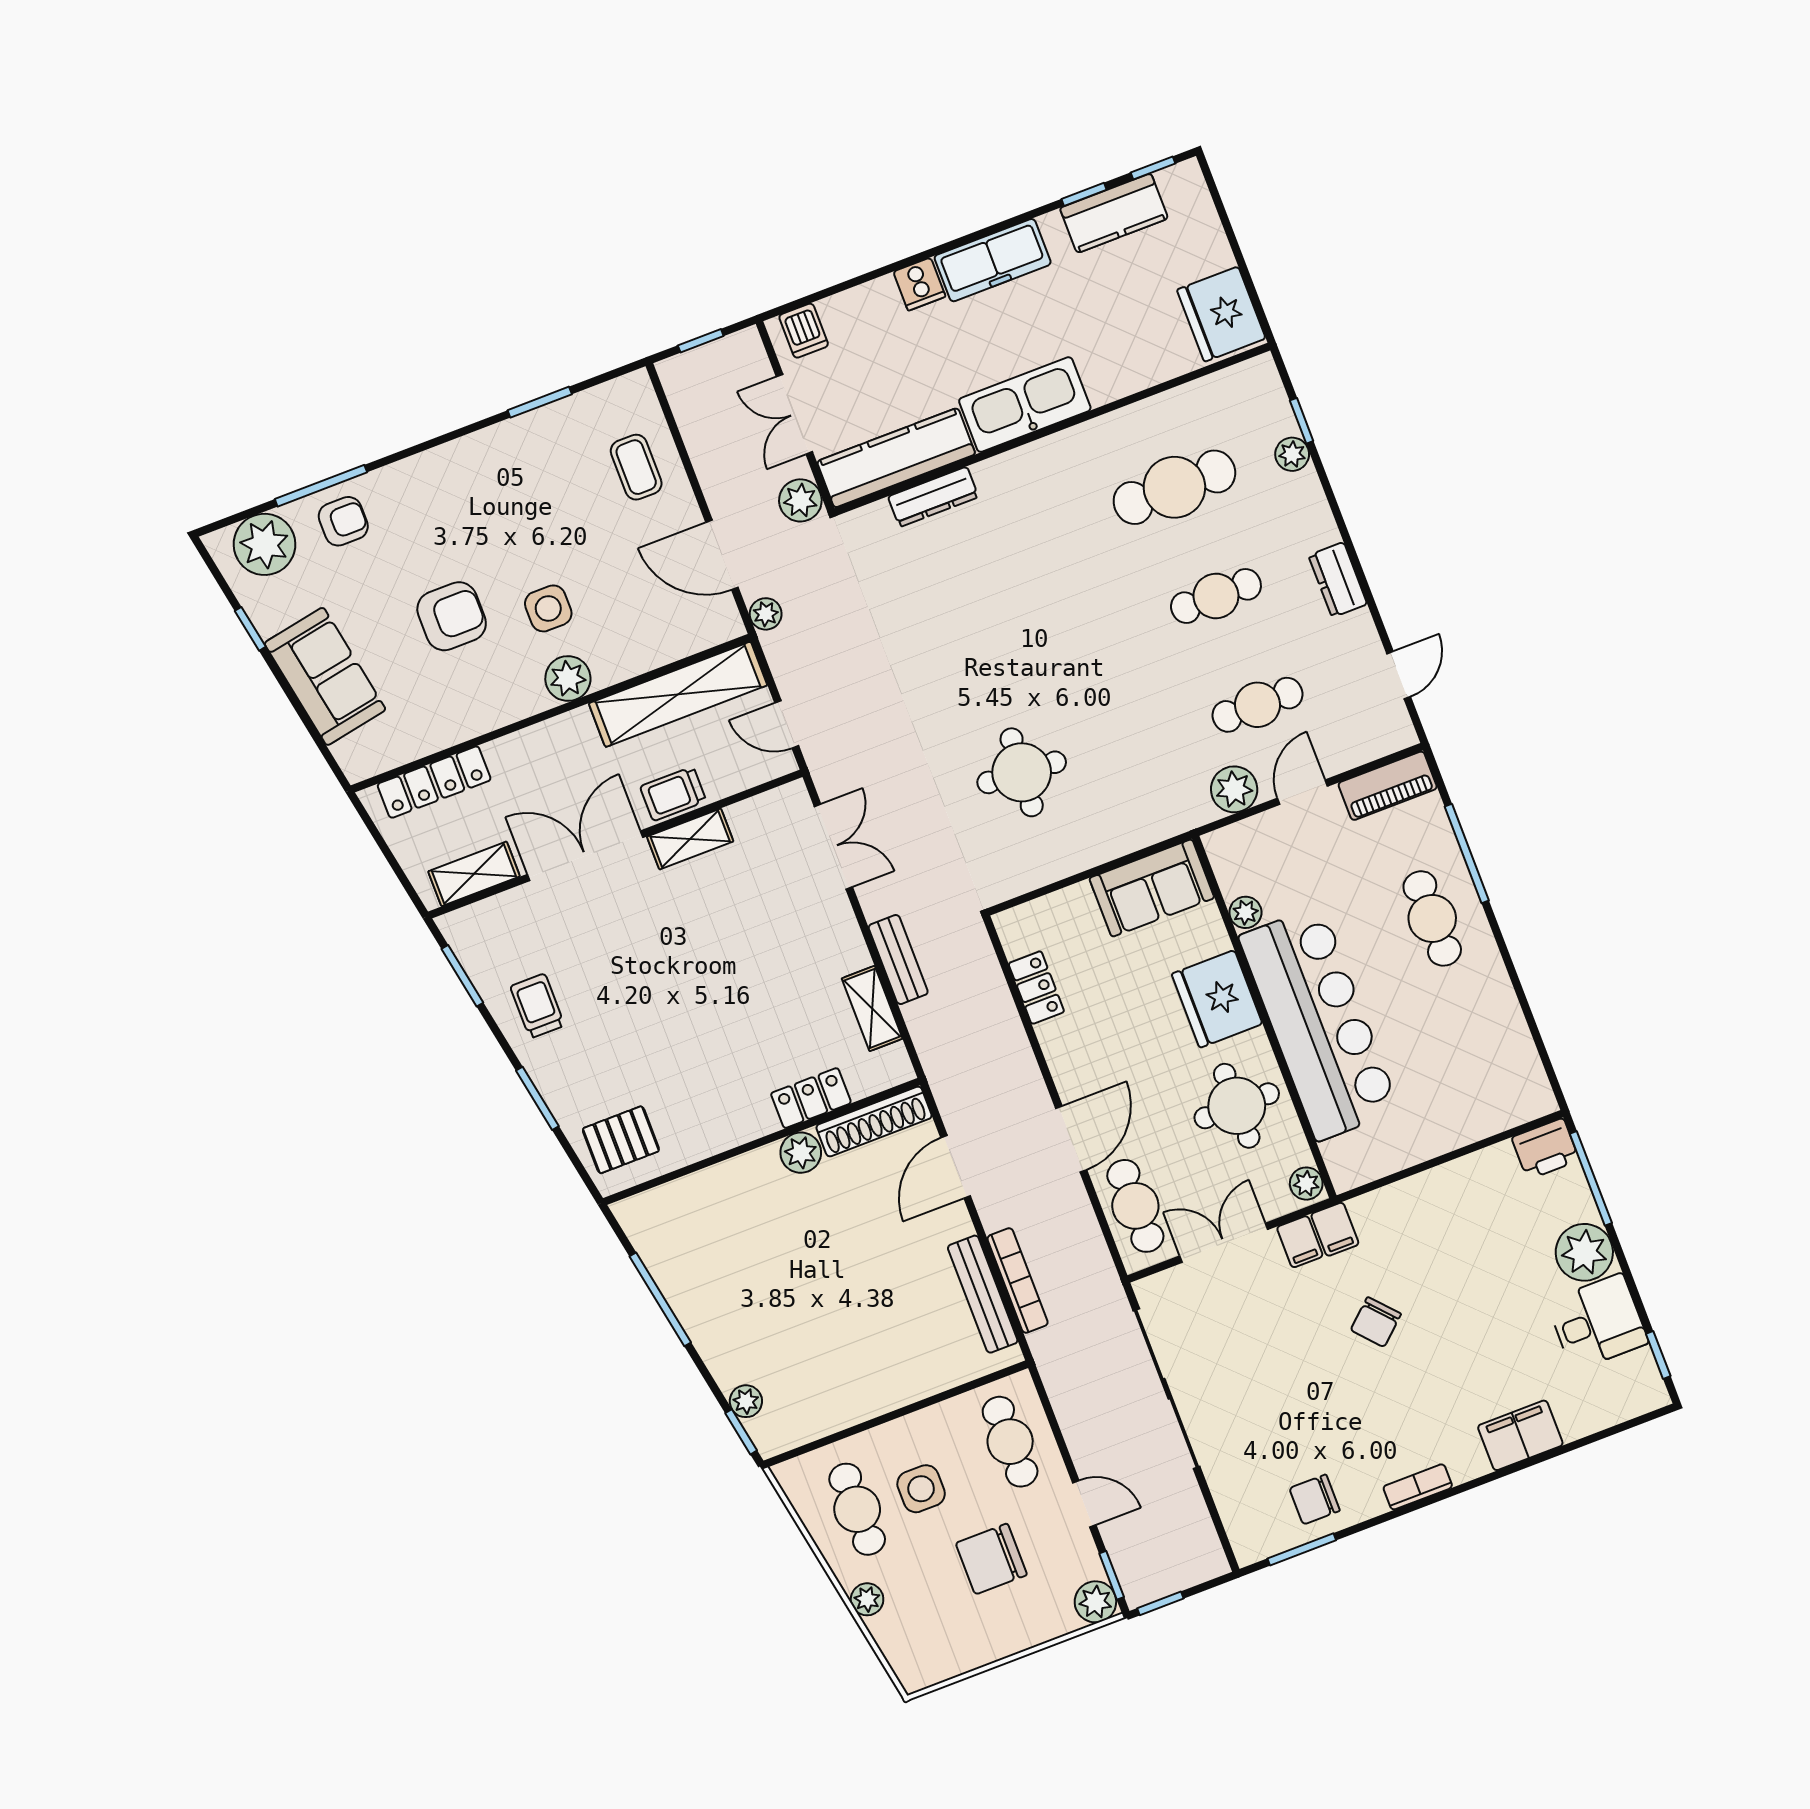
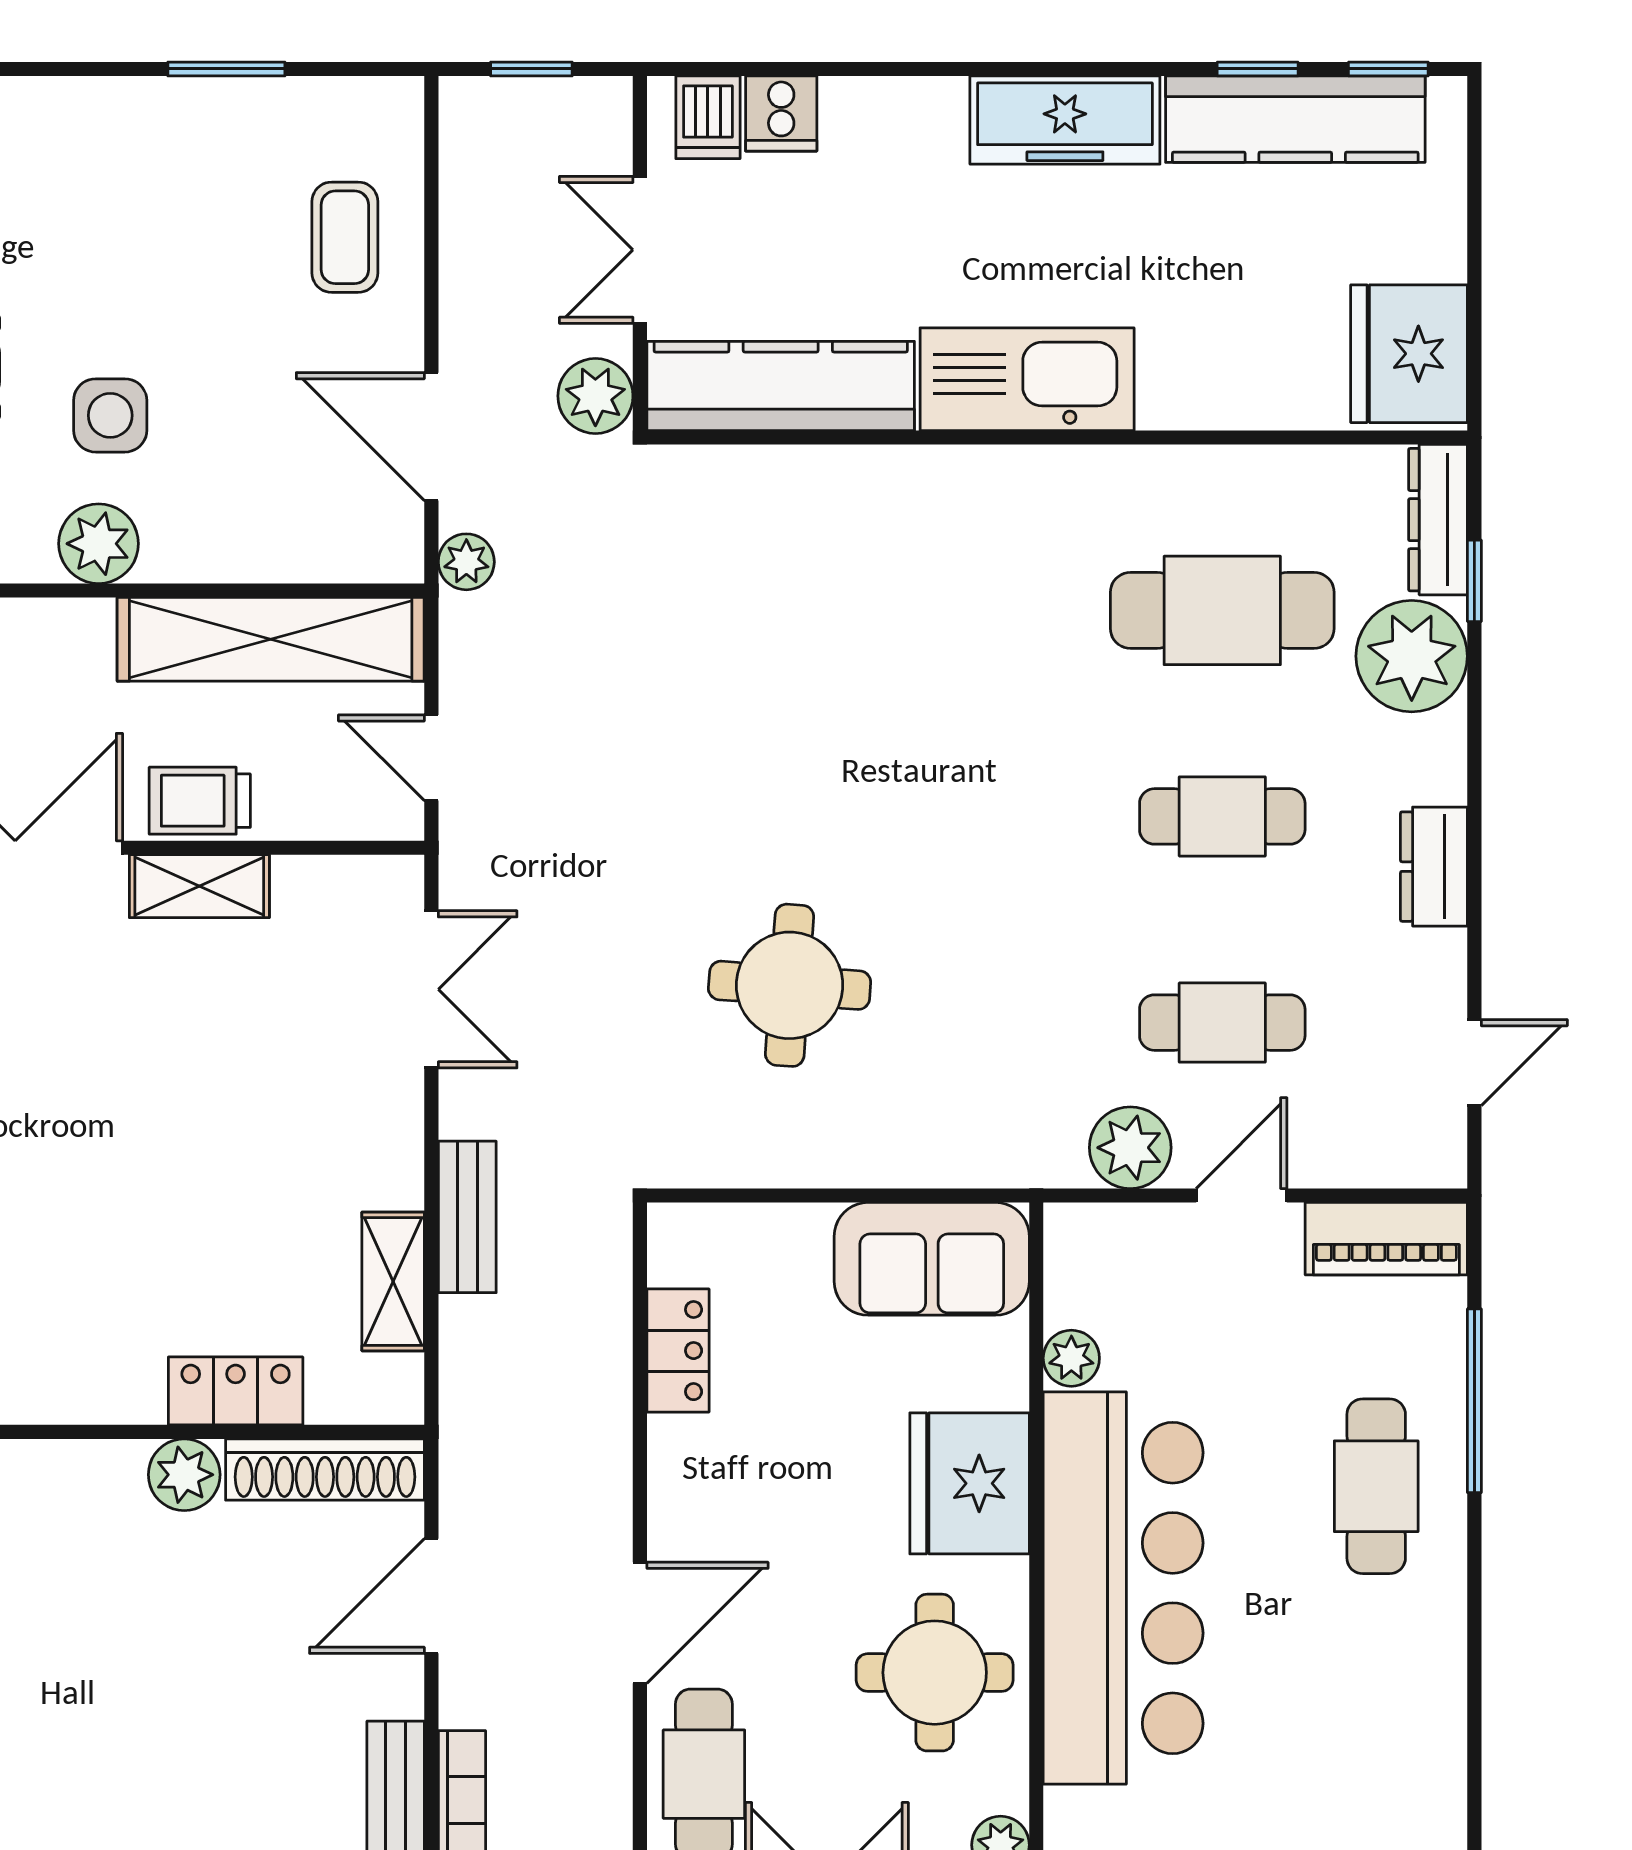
kitchen counter: (1114, 213) -> (1295, 119), width x1.50
cooker: (919, 284) -> (781, 113), moved
plant: (1292, 454) -> (1412, 656), width x1.87, depth x1.87
dresser: (933, 497) -> (1438, 520), moved, turned 90

